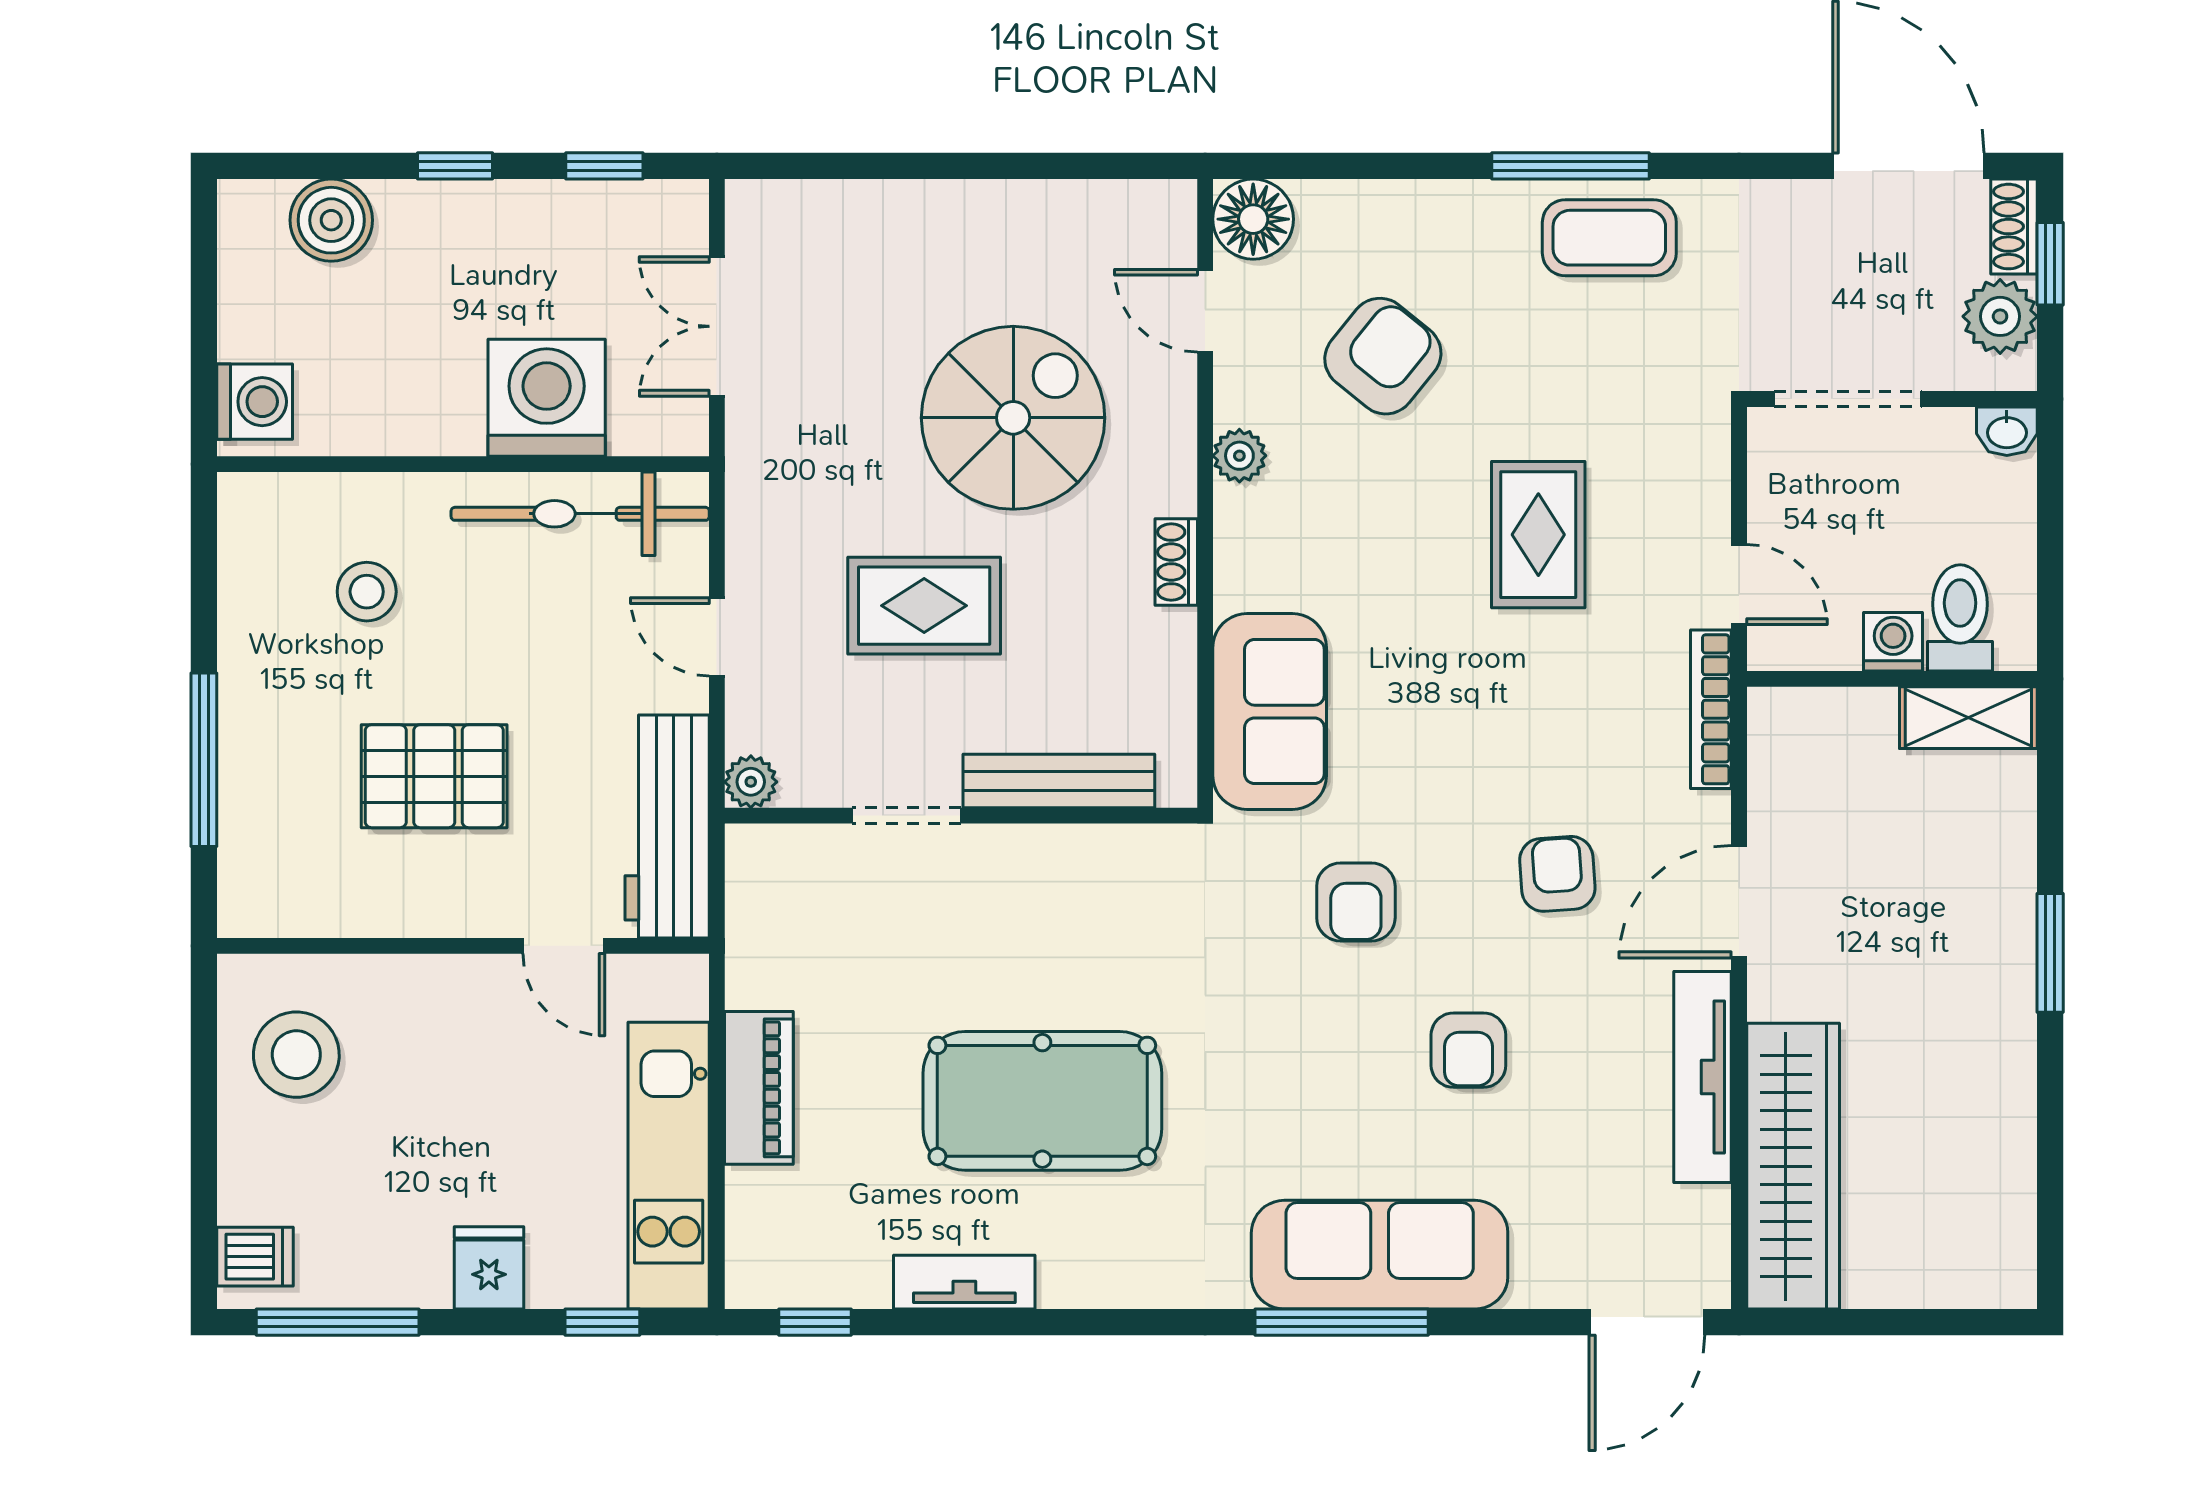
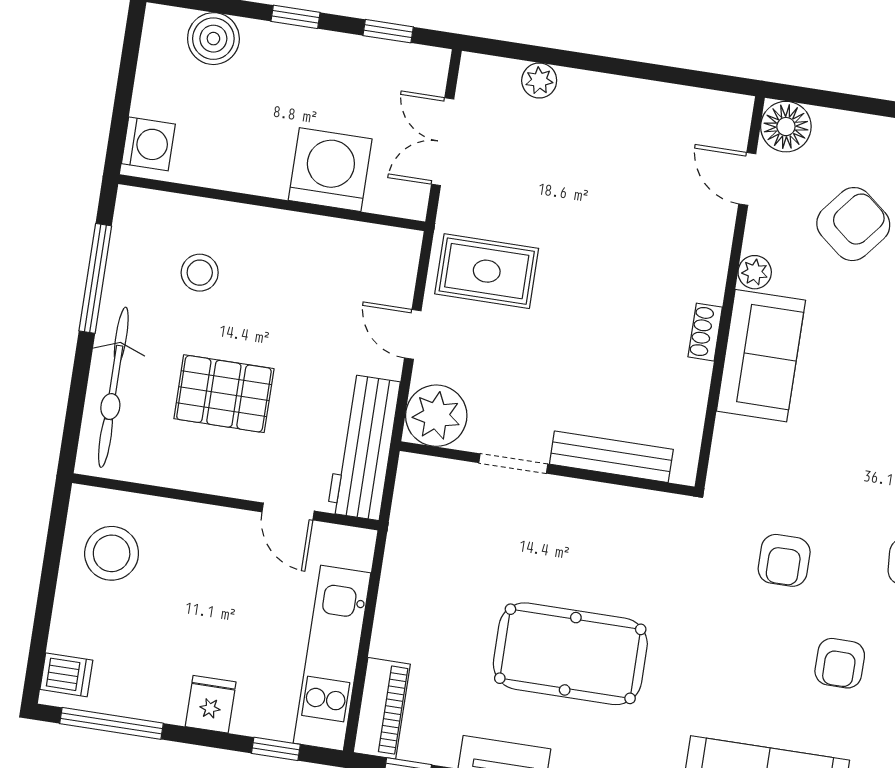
plant: (854, 207) -> (539, 81), added
spiral stairs: (1013, 418) -> (618, 227), removed
bicycle: (580, 514) -> (113, 387), moved, turned -90
rug: (924, 606) -> (487, 271), moved
sofa: (1270, 712) -> (761, 356), moved
window: (204, 760) -> (95, 278), moved
plant: (751, 782) -> (436, 416), width x1.87, depth x1.87
piano: (759, 1088) -> (382, 708), moved

